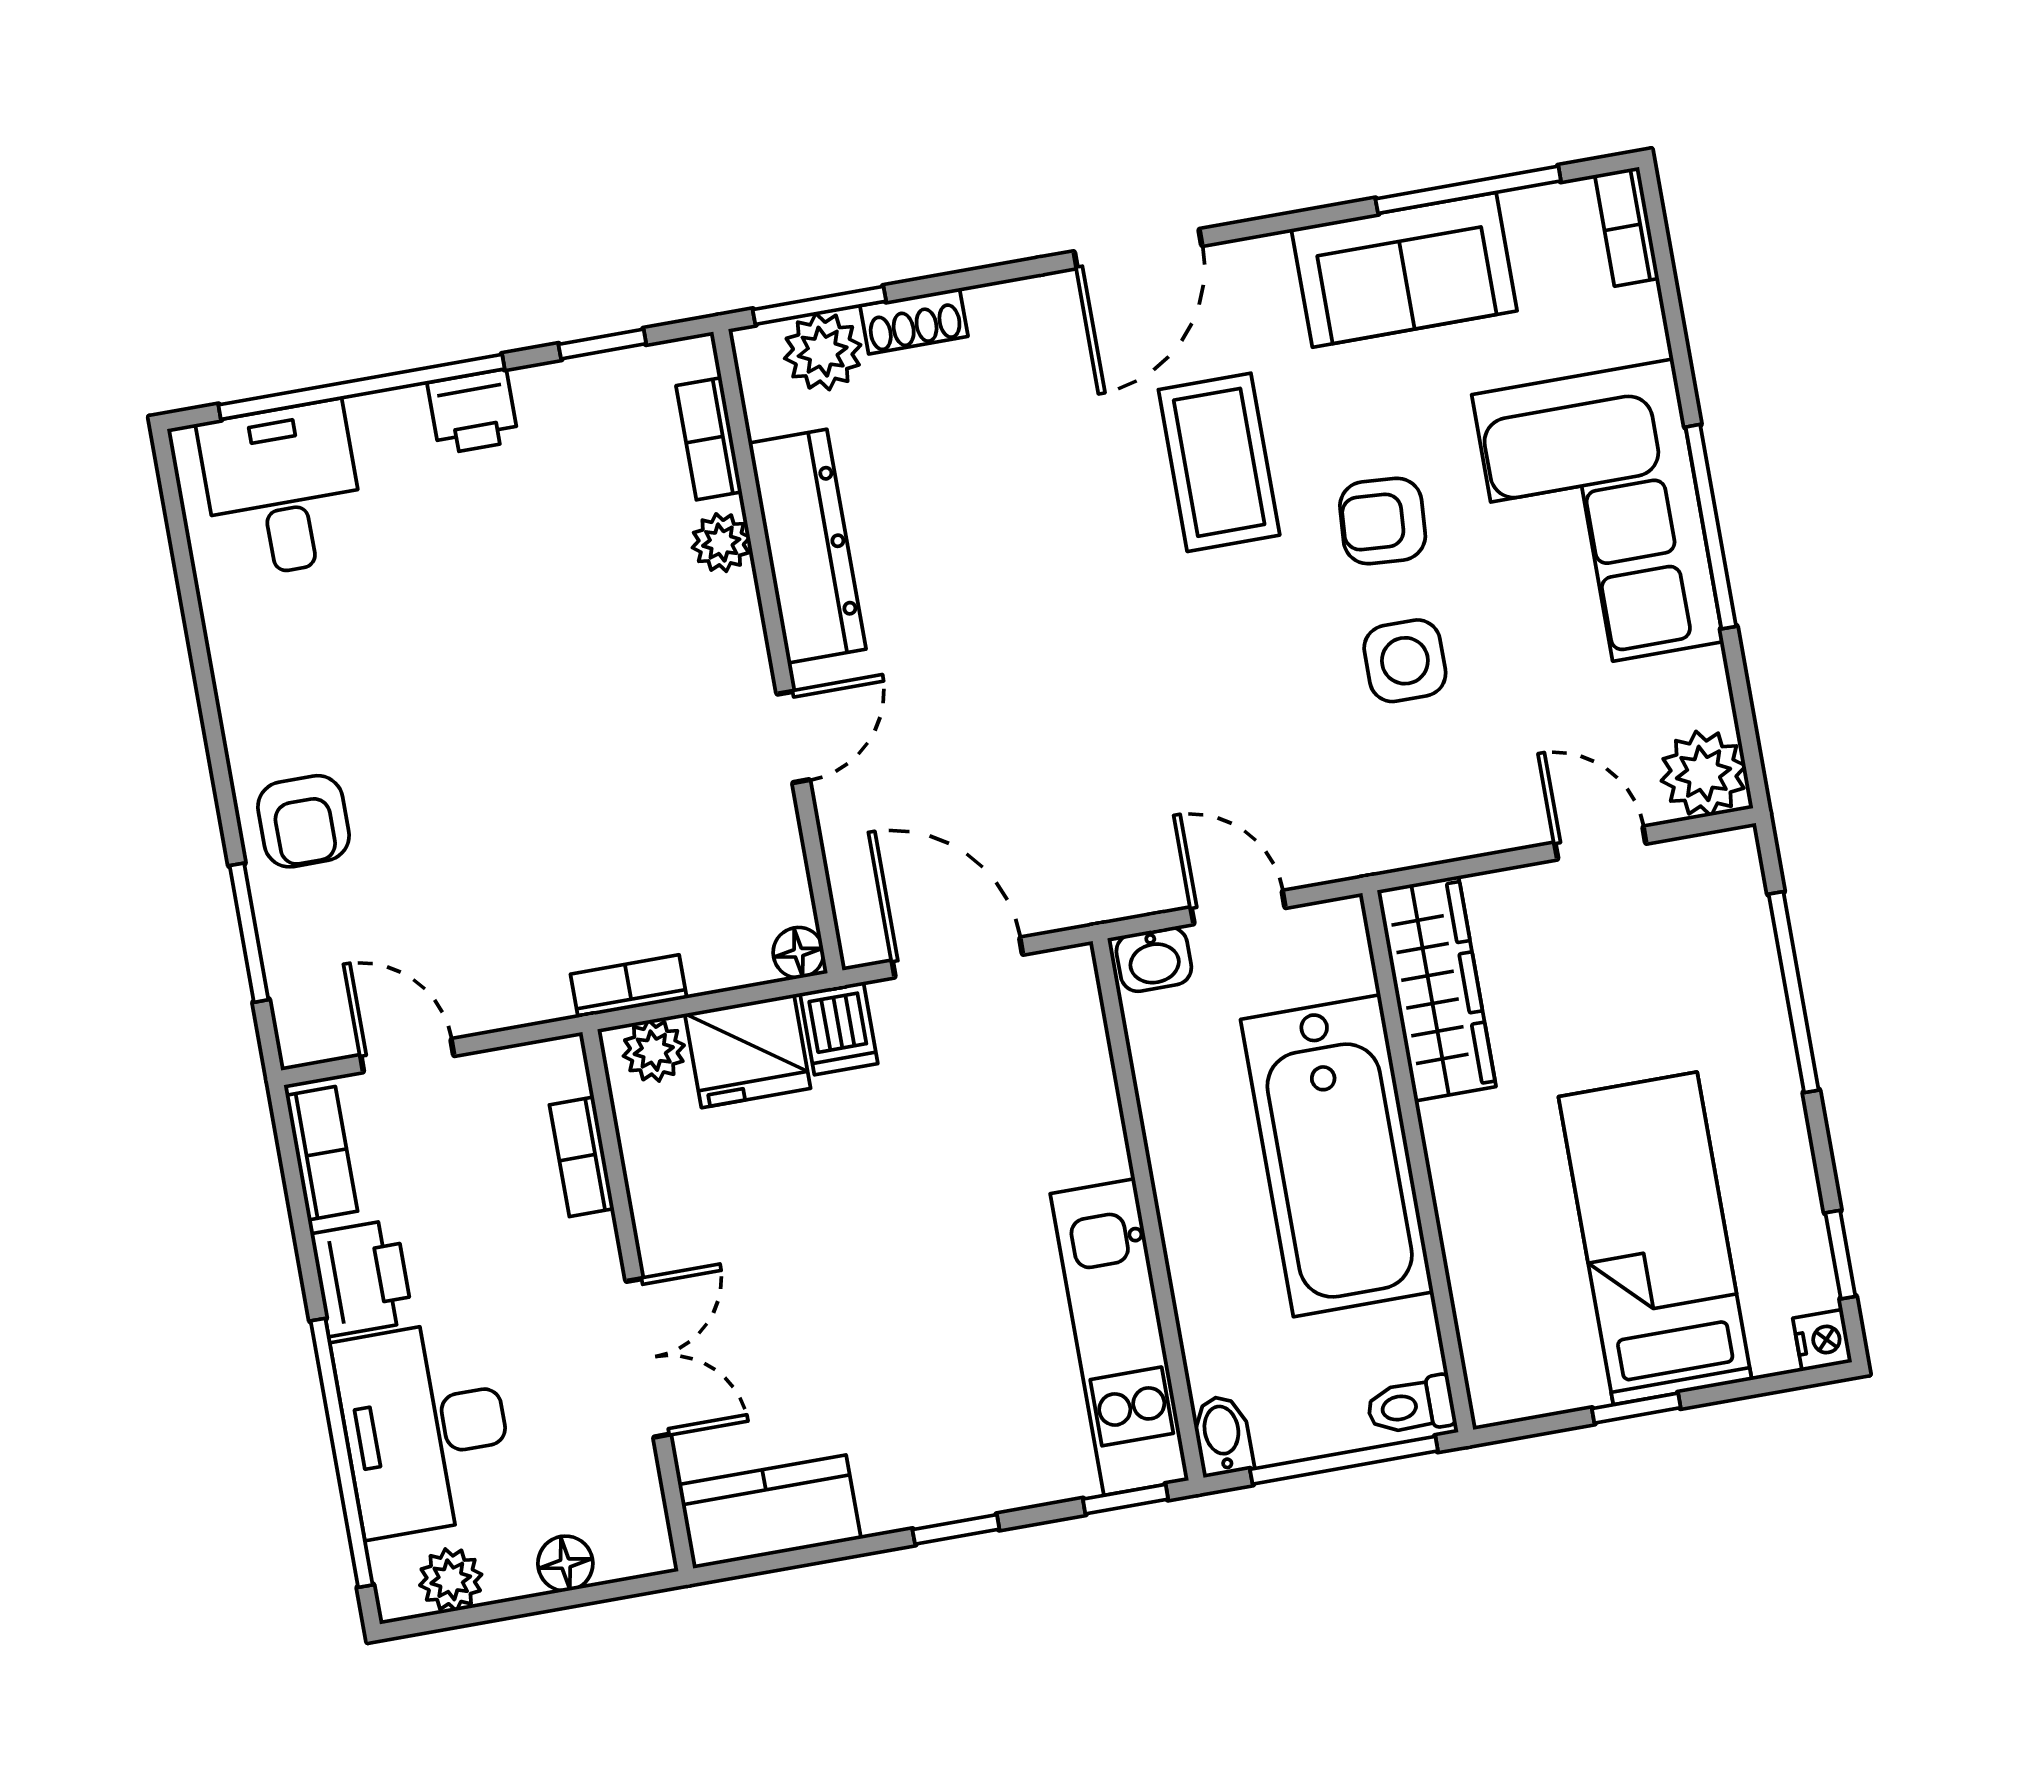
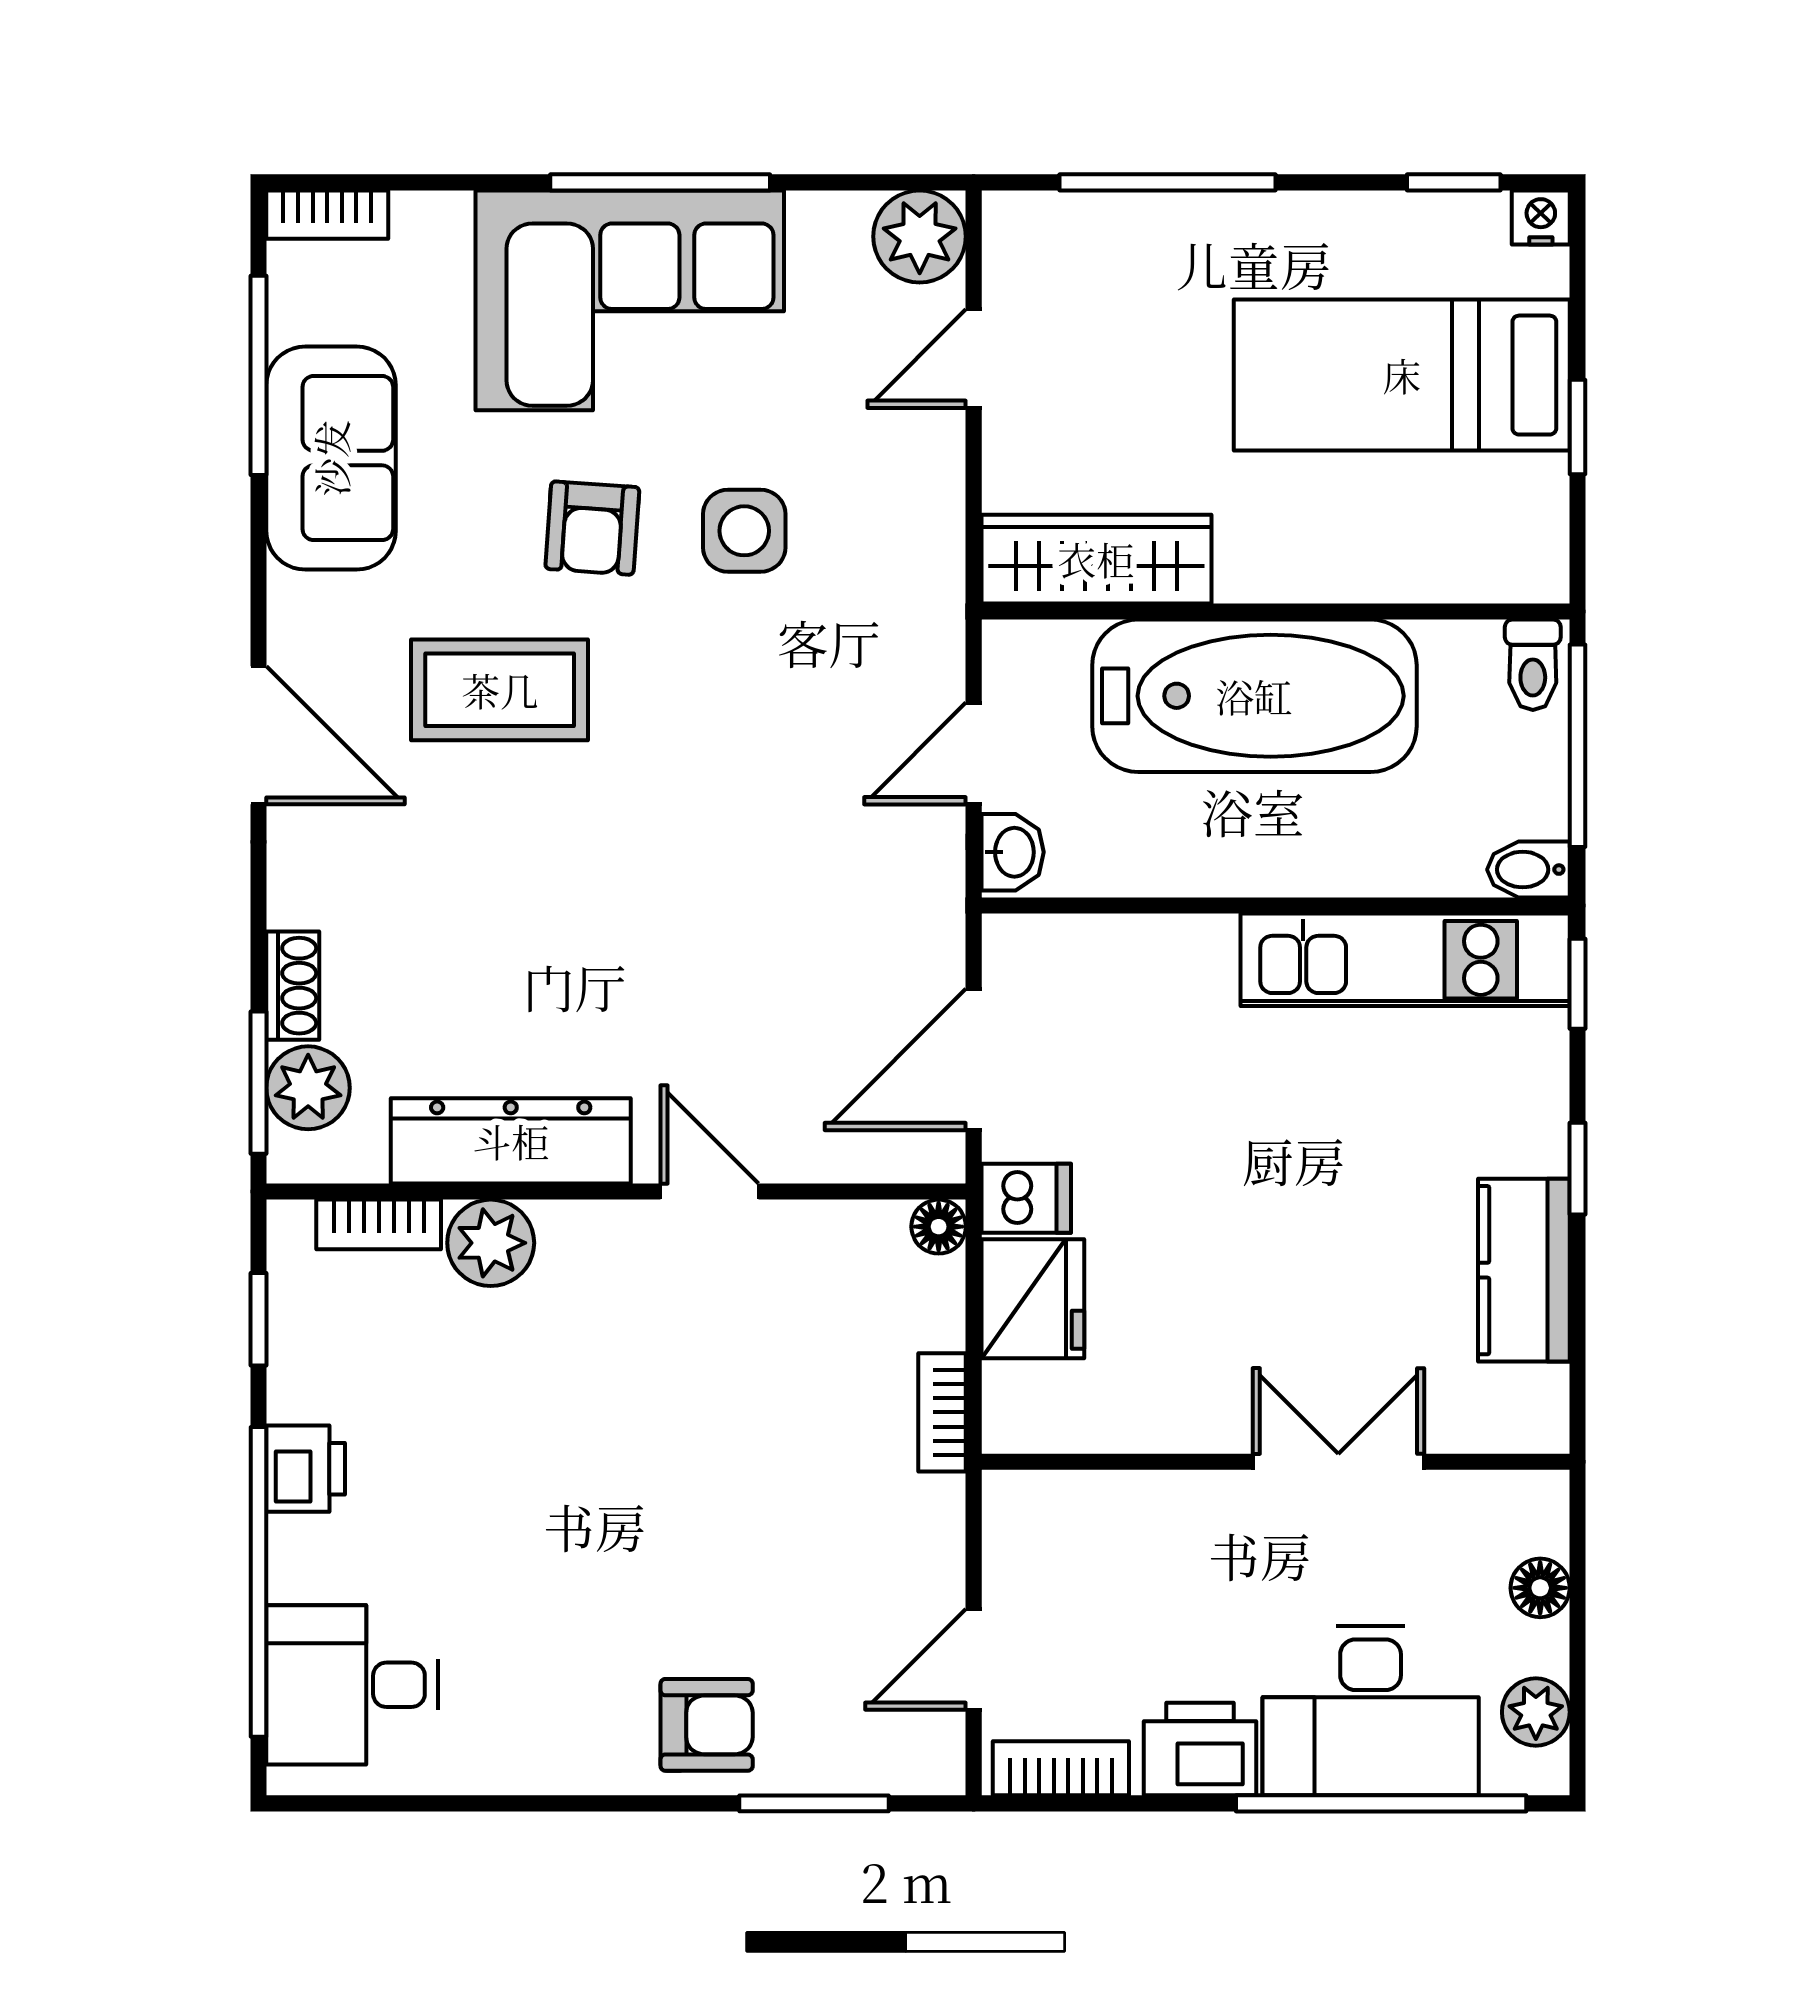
plant: (721, 543) -> (491, 1243), width x1.38, depth x1.38
plant: (654, 1051) -> (1015, 1398), removed
bookcase: (582, 1157) -> (1113, 1494), removed
kitchen counter: (770, 1512) -> (1524, 1270), moved

